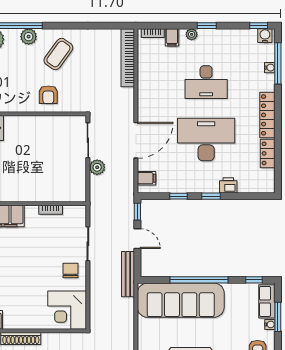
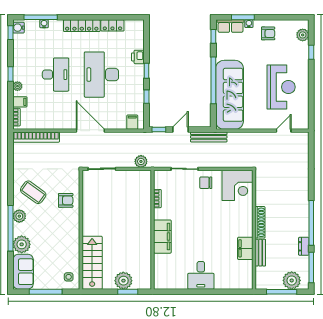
door: (136, 140) -> (90, 131), moved
plant: (97, 167) -> (141, 161), moved

